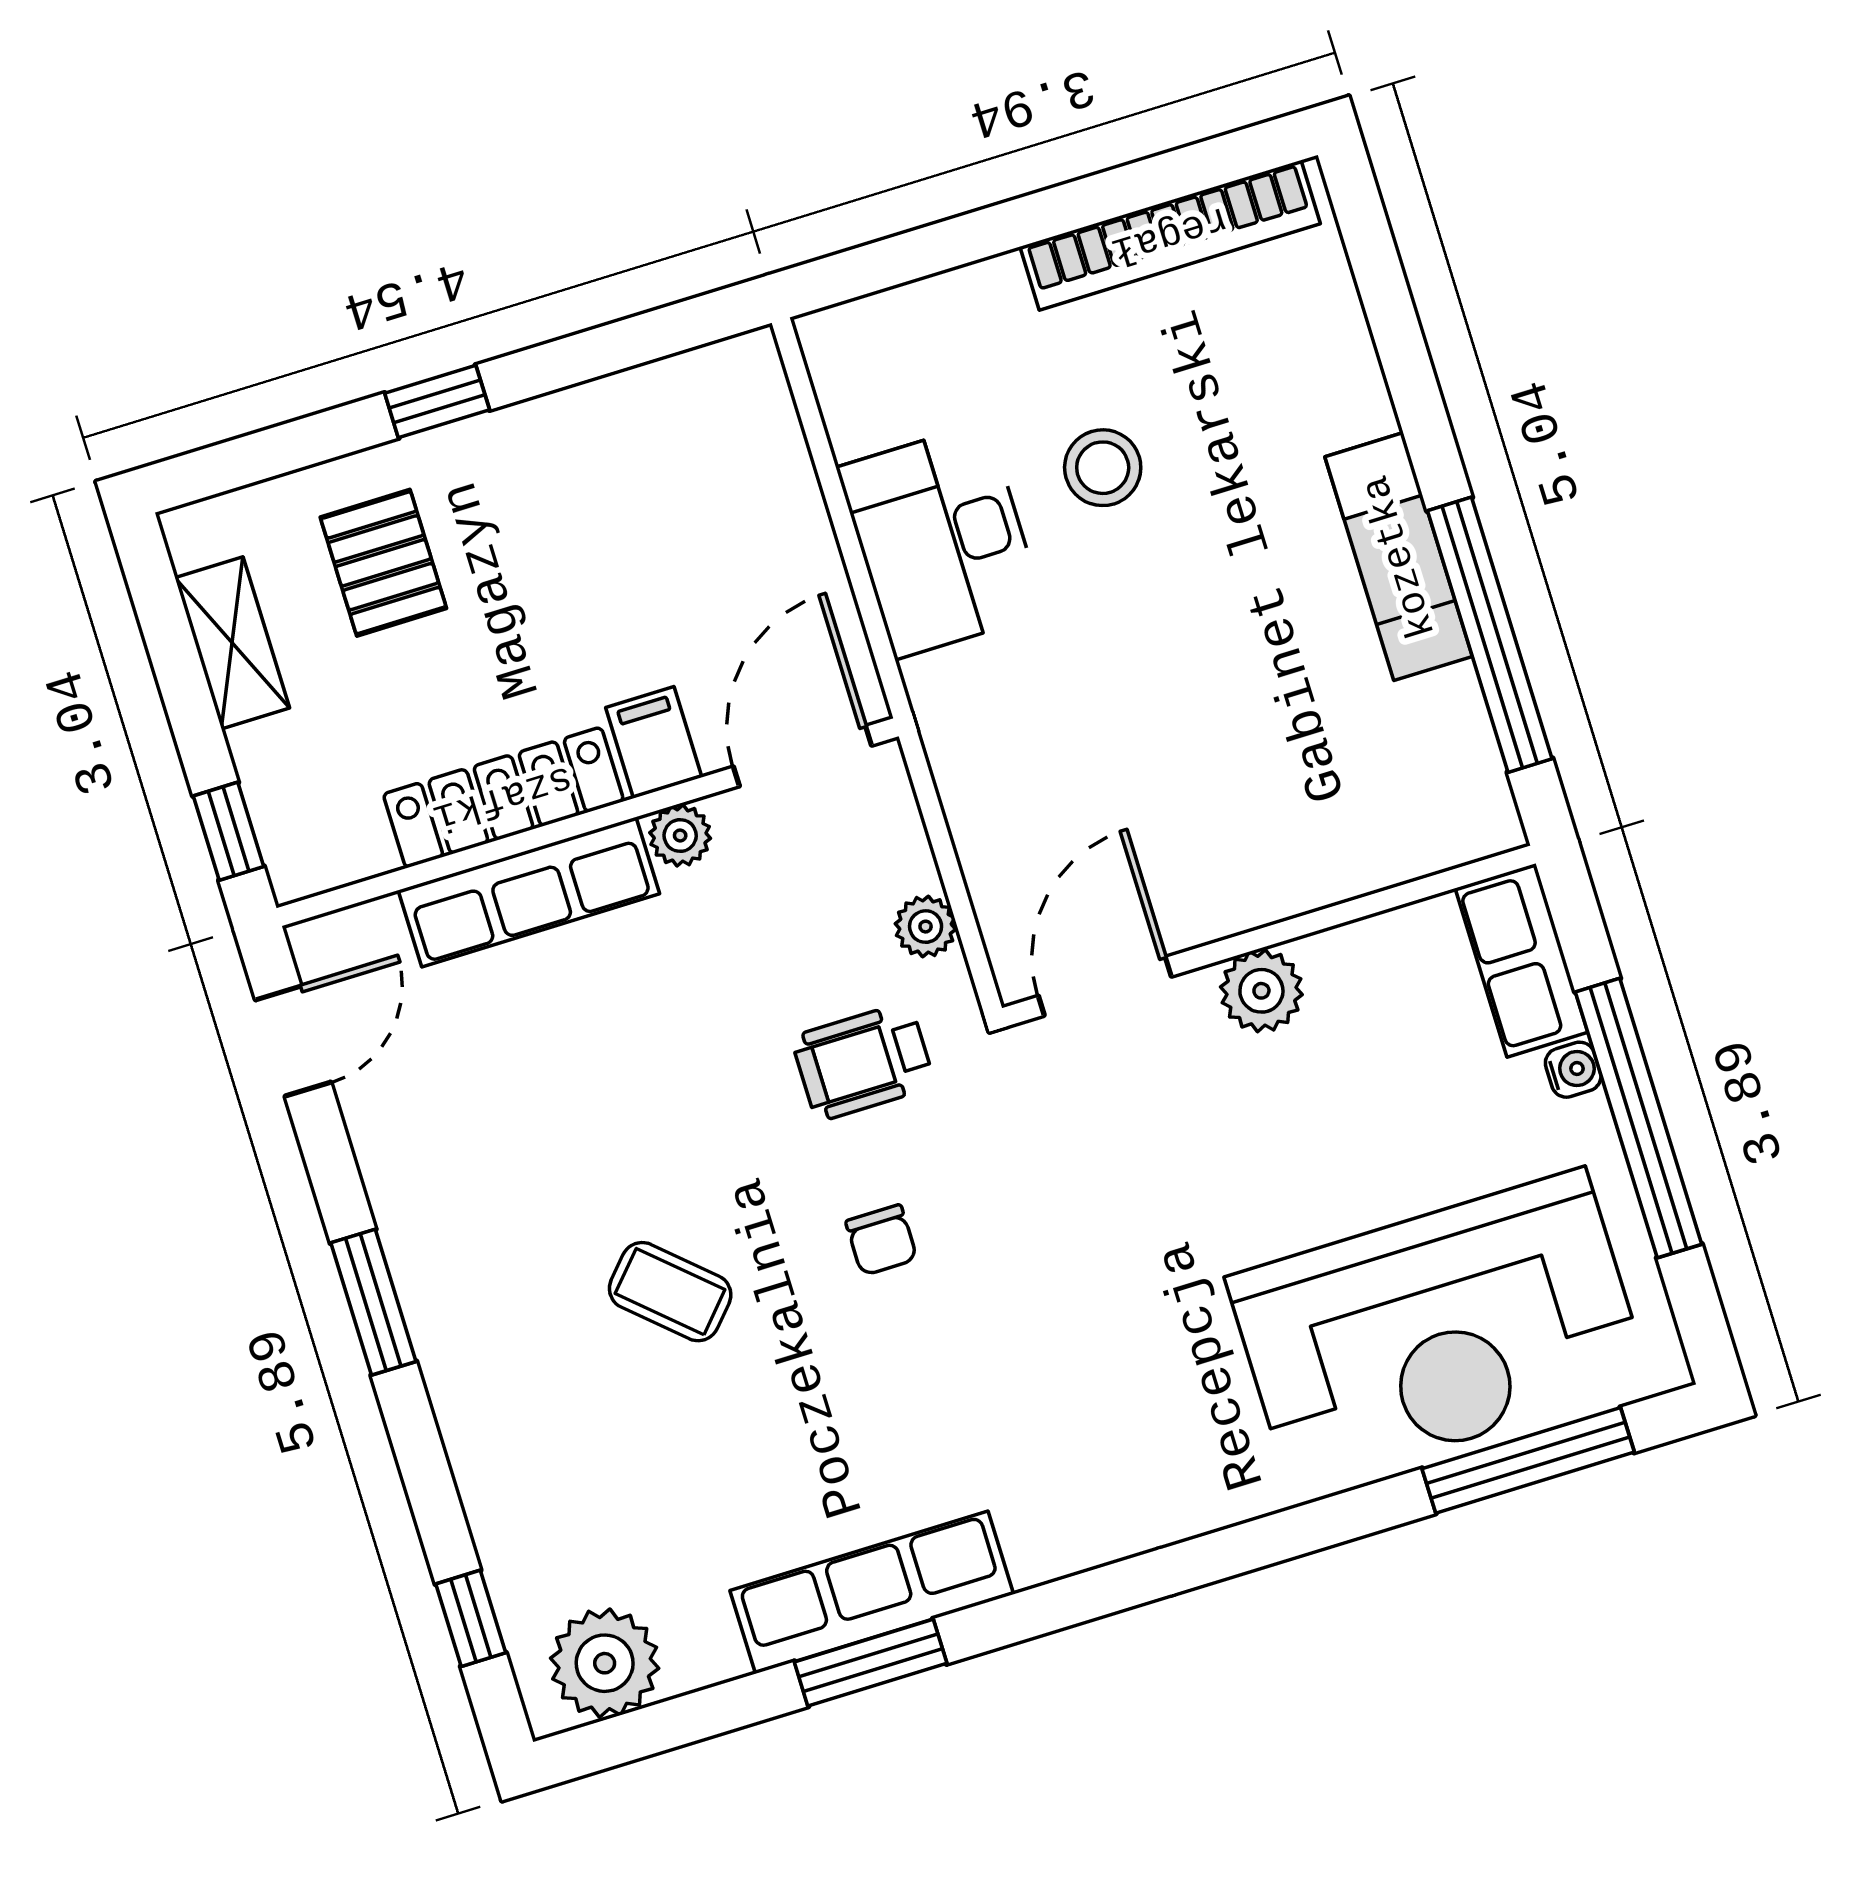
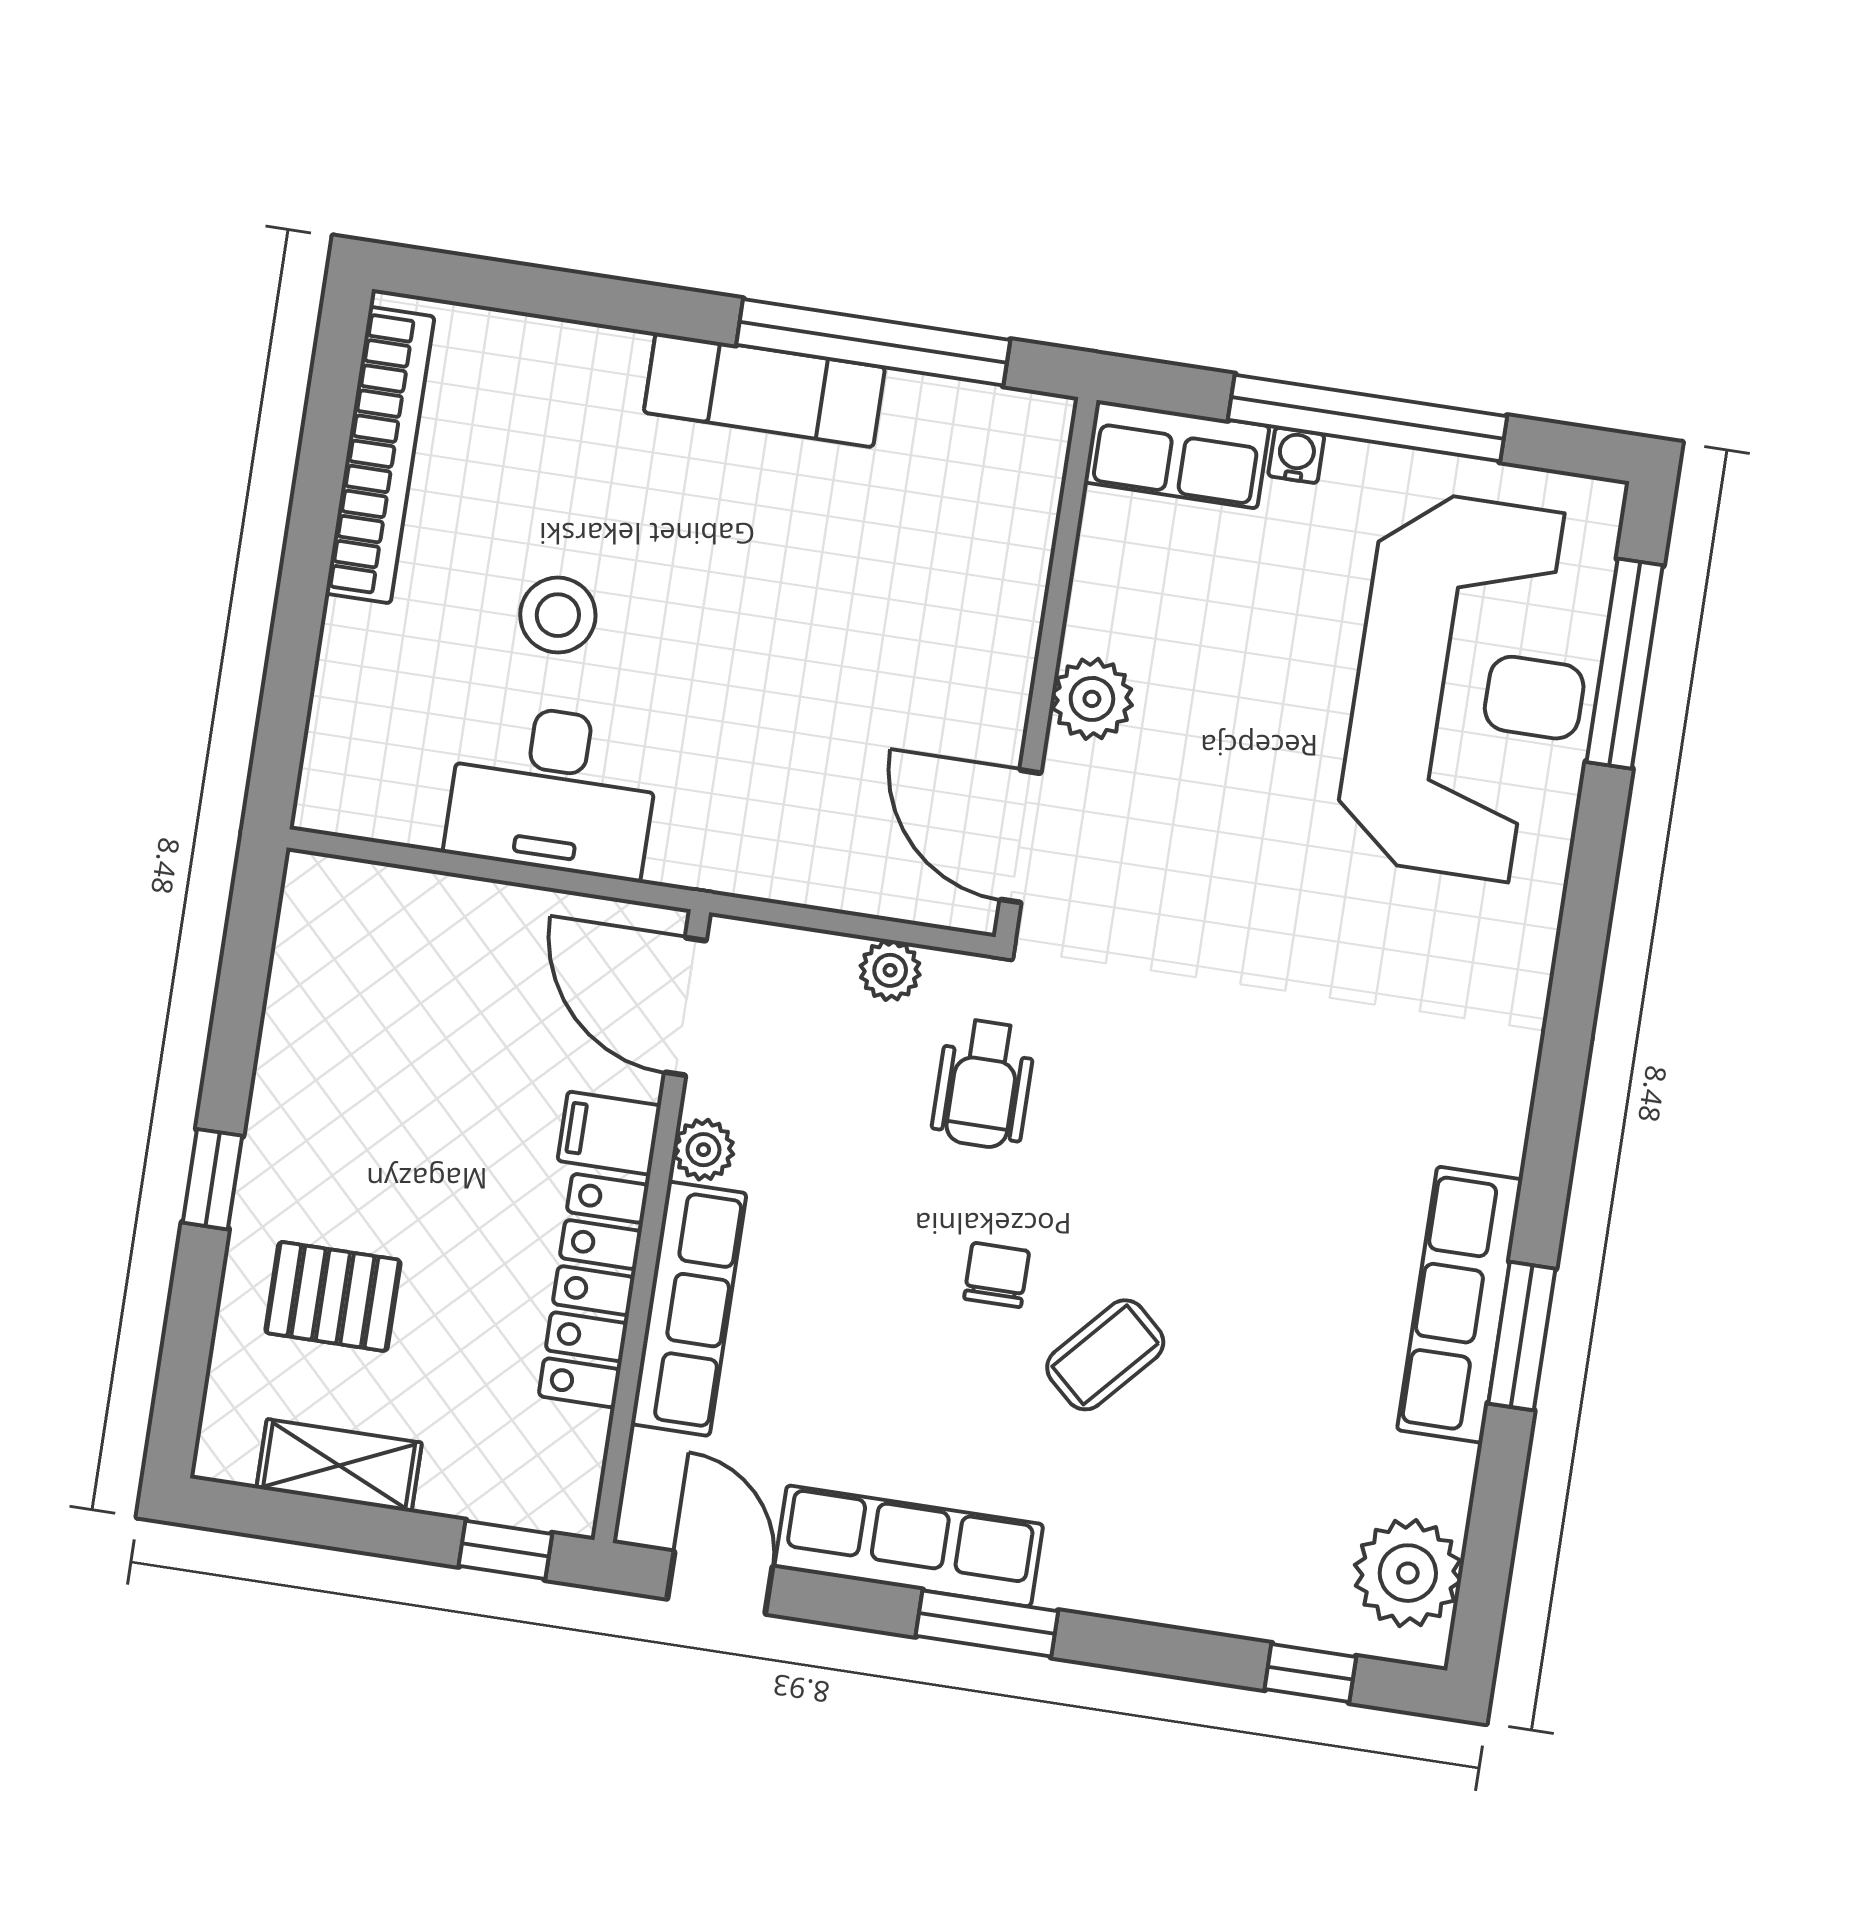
row of seats: (410, 1197) -> (909, 1546), added
chair: (881, 1240) -> (997, 1275), moved, turned -90

